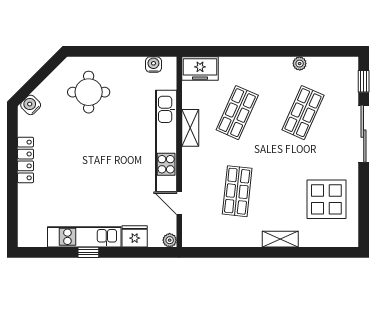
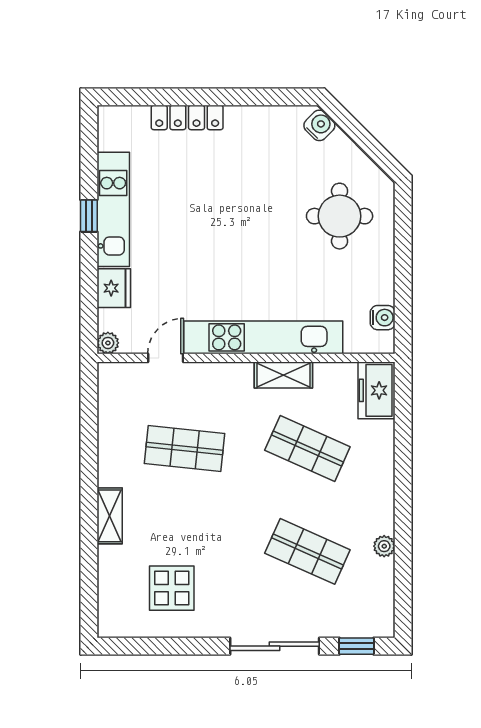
locker: (26, 160) -> (187, 117), moved
display table: (326, 199) -> (172, 588), width x0.73, depth x0.73

